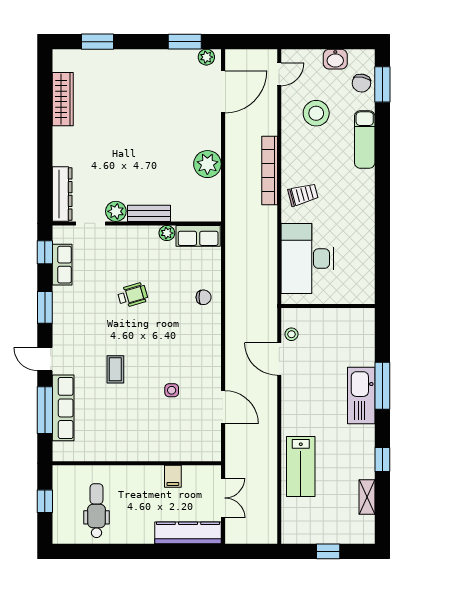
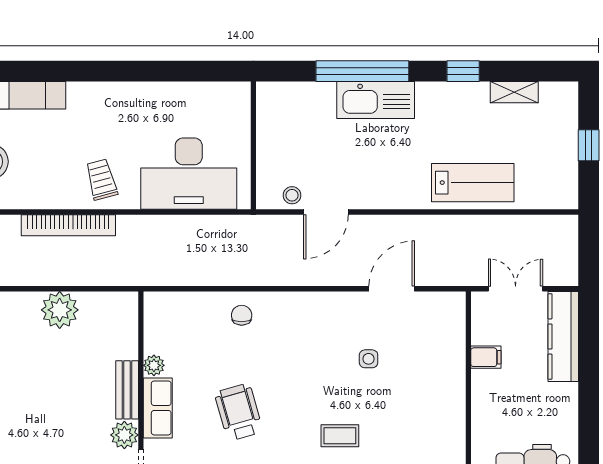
row of seats: (198, 236) -> (158, 408), moved
wheelchair: (133, 295) -> (239, 412), width x1.36, depth x1.37
window: (382, 386) -> (362, 71), width x1.46

